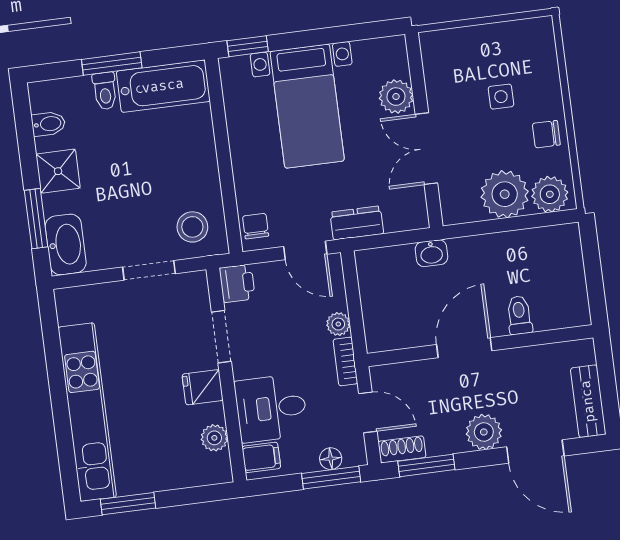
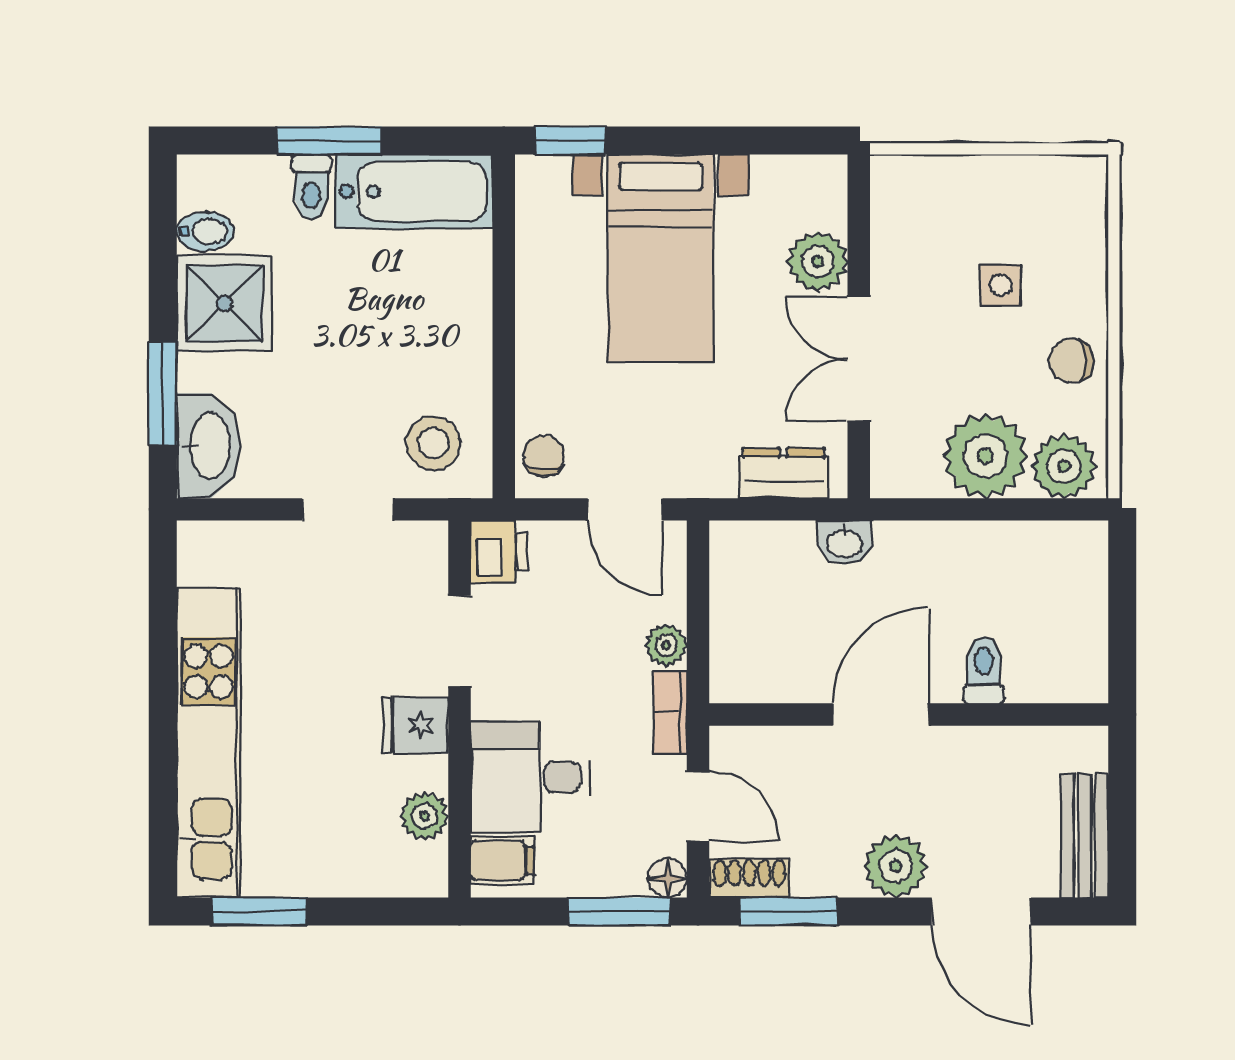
shower: (58, 171) -> (224, 303), width x1.36, depth x1.36
dresser: (357, 223) -> (783, 473), moved
floor lamp: (331, 459) -> (668, 878), moved

